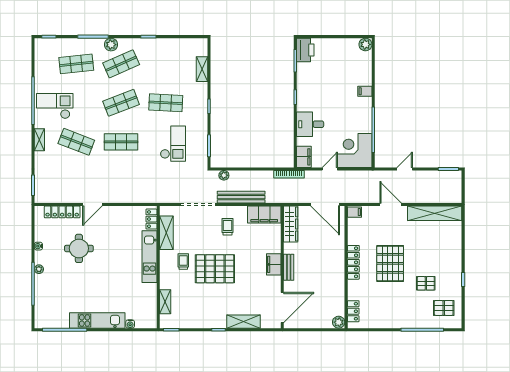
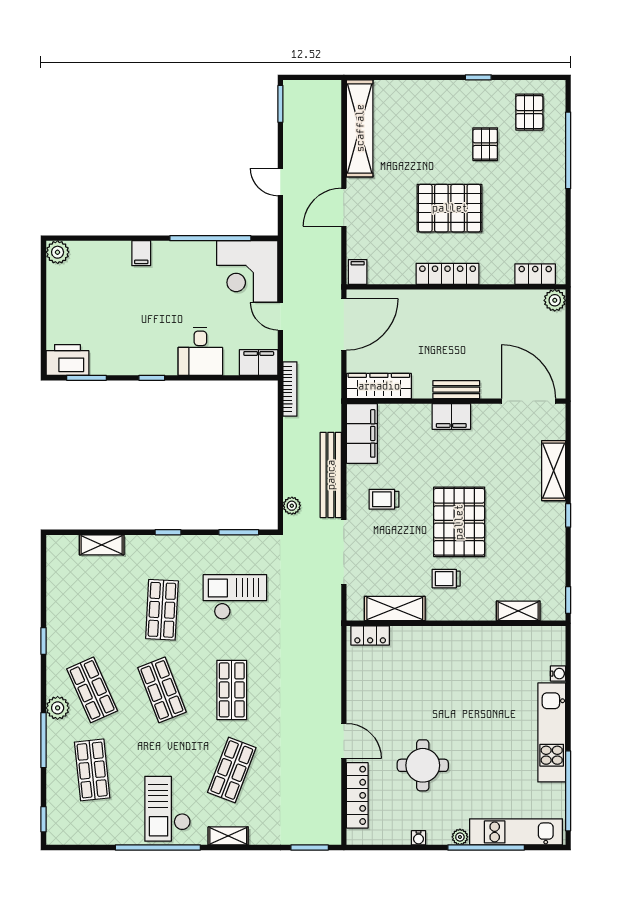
kitchen unit: (150, 257) -> (516, 832), moved, turned 180

